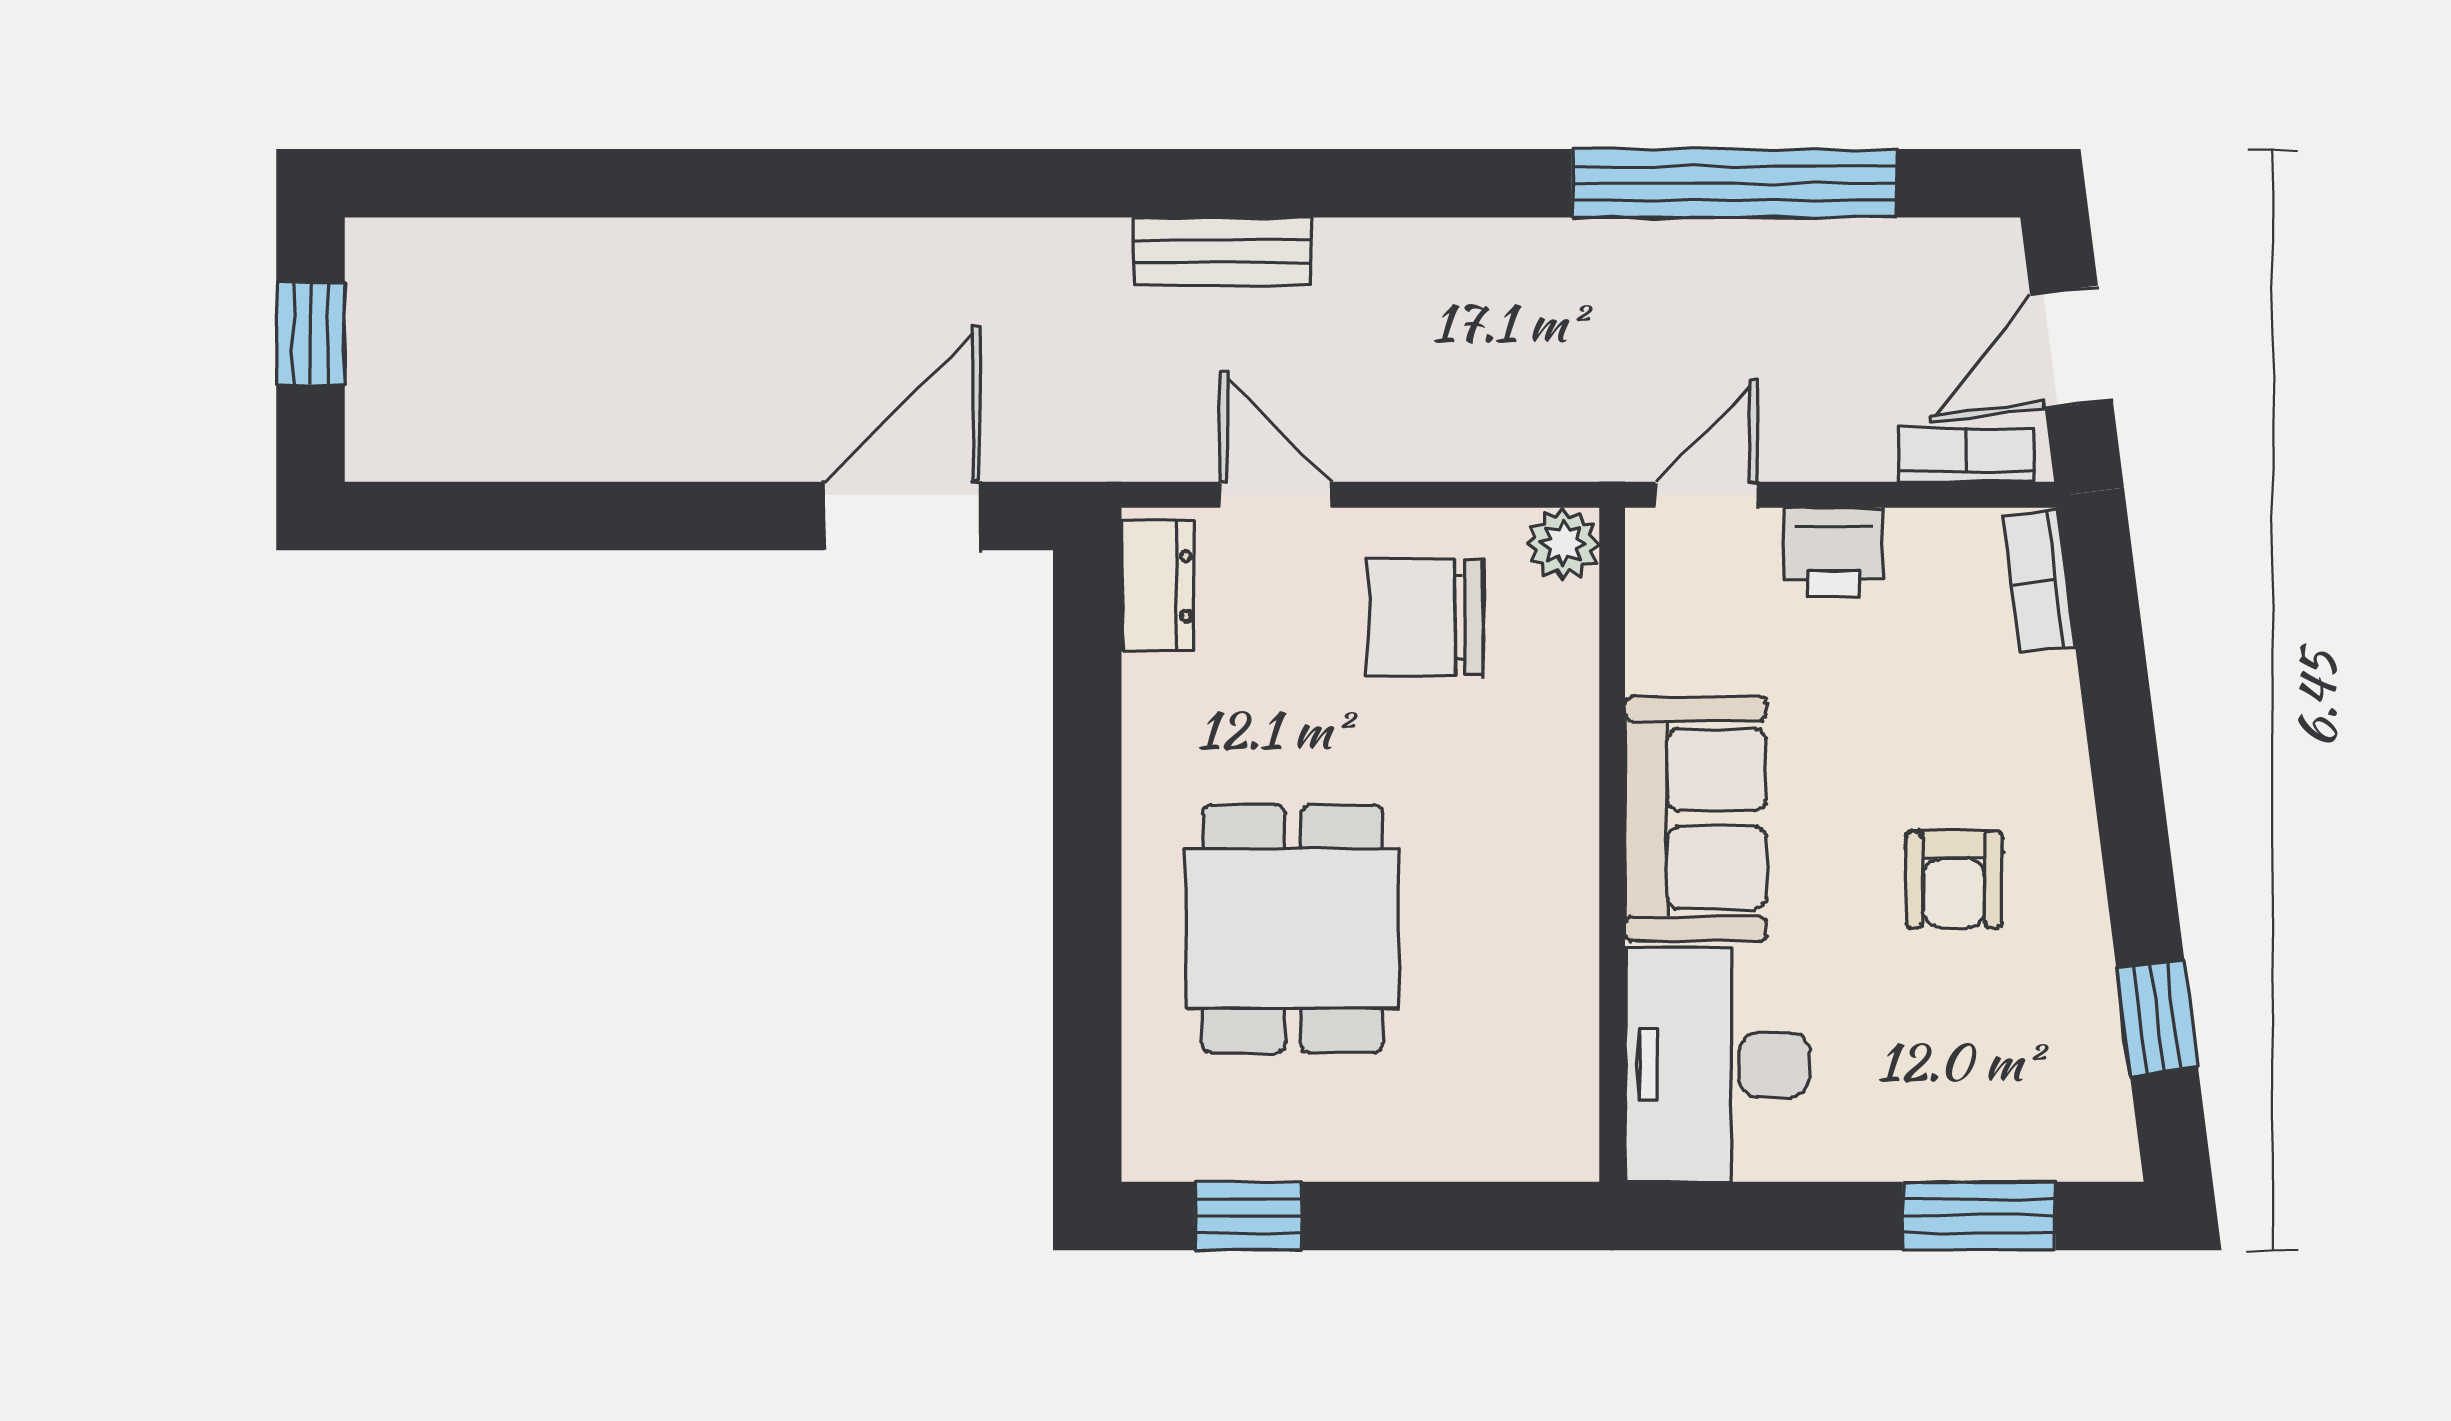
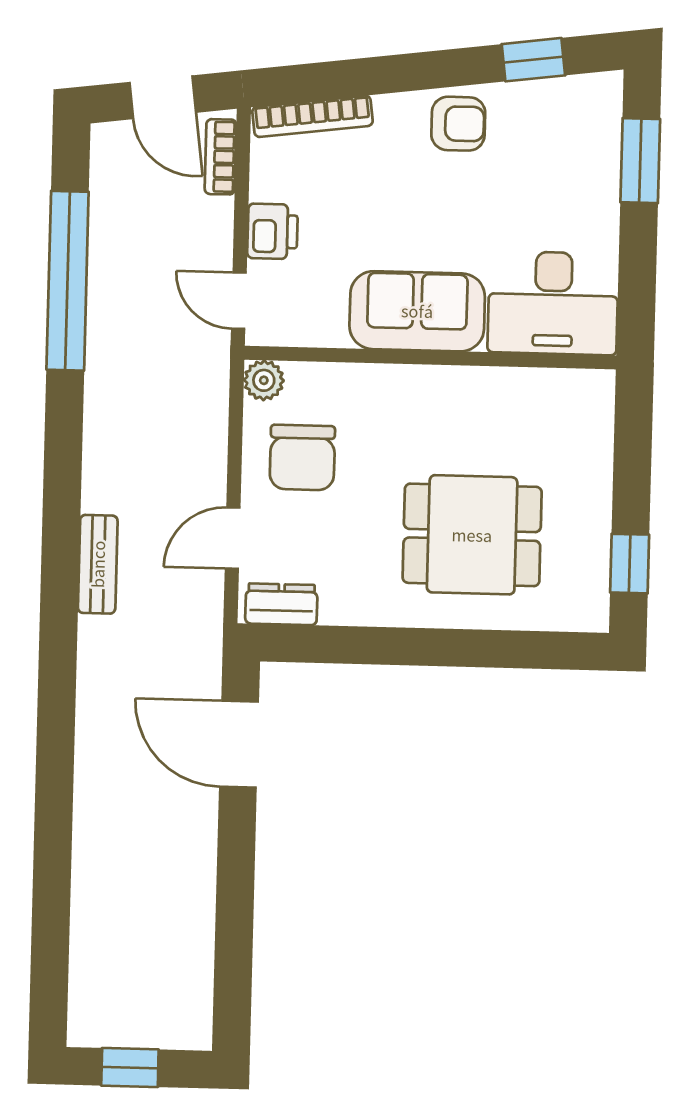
bookcase: (2039, 581) -> (312, 116), width x1.56
armchair: (1954, 880) -> (458, 124), moved

